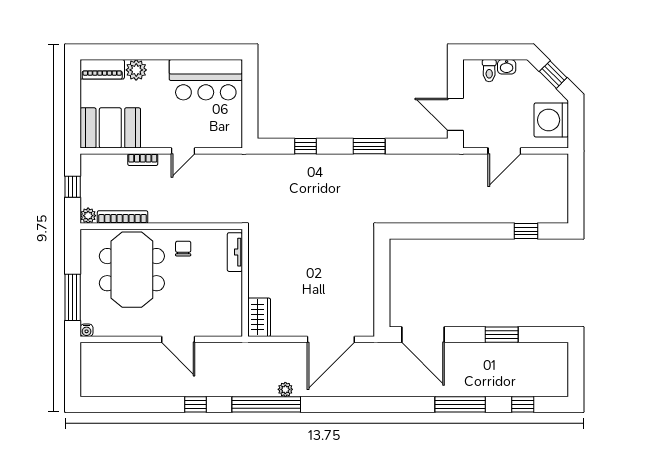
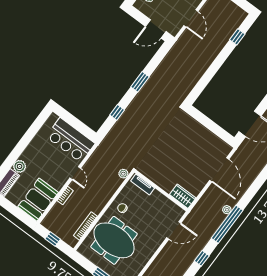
bar counter: (206, 80) -> (70, 140), moved, turned 90
plant: (88, 216) -> (123, 174), moved
door: (178, 339) -> (174, 230), moved

